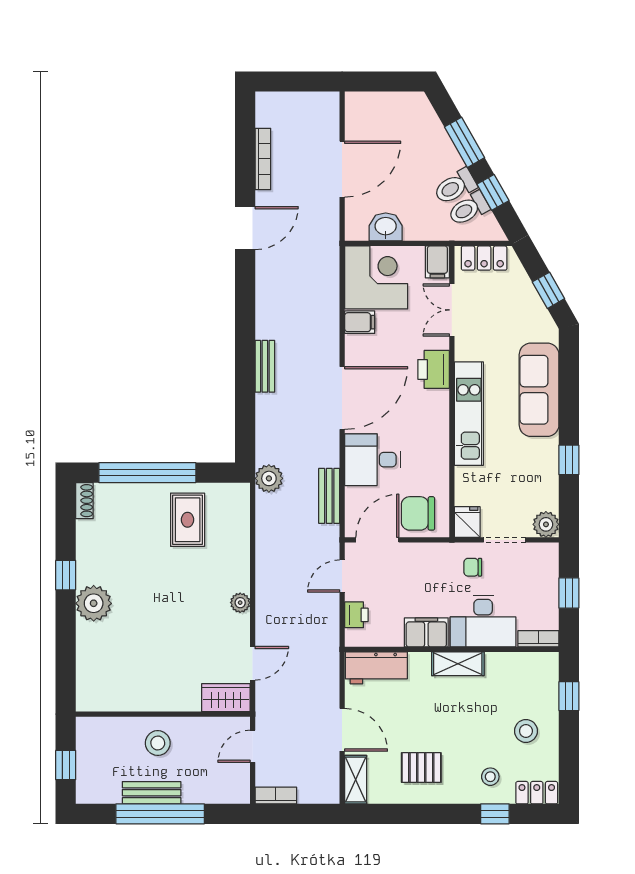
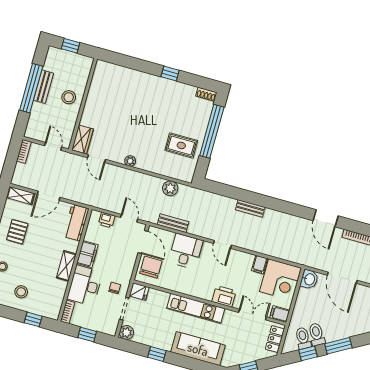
washbasin: (386, 227) -> (309, 279), moved
door: (342, 398) -> (222, 244), width x0.53
plant: (269, 478) -> (170, 188), moved
plant: (94, 603) -> (151, 84), removed

